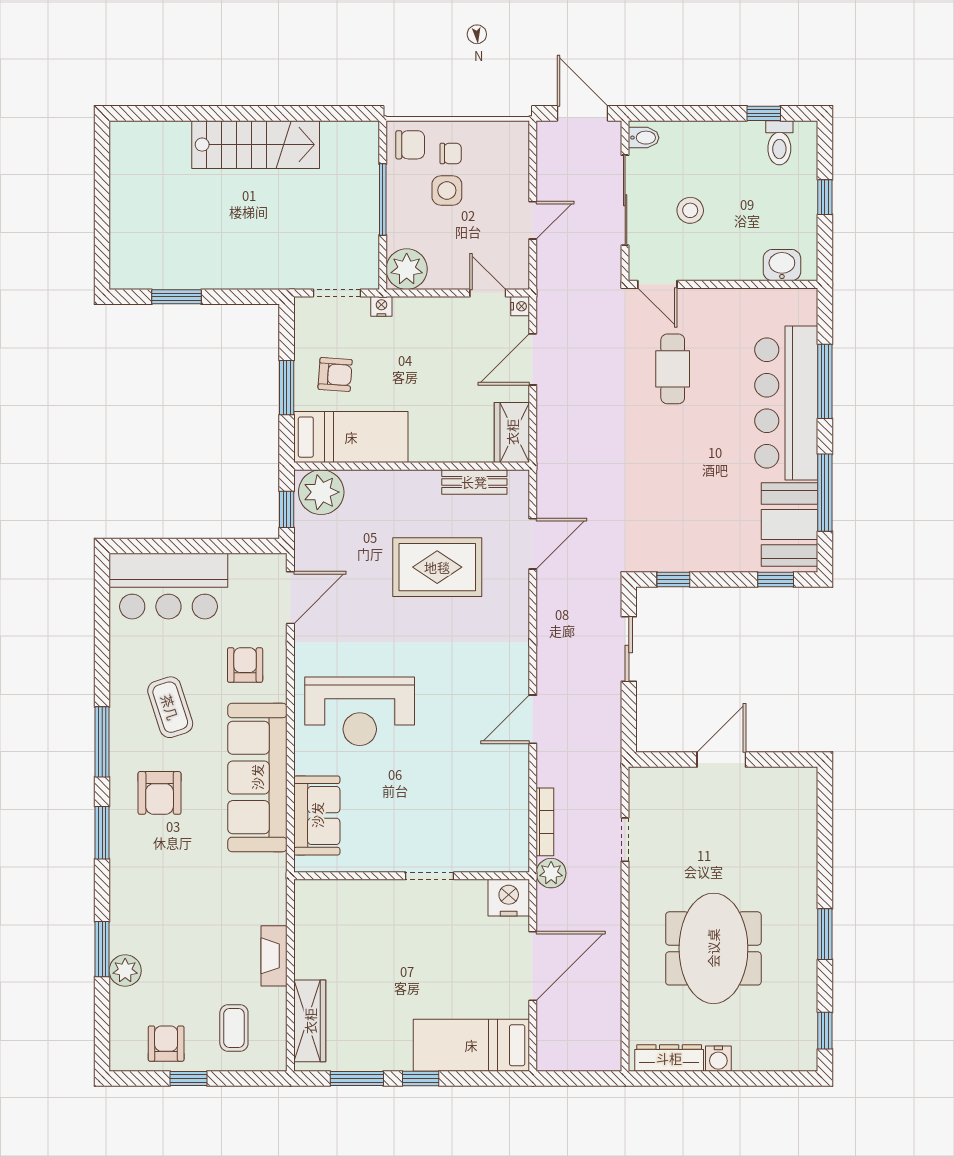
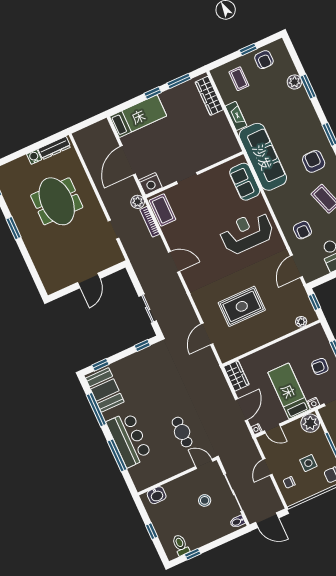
chair: (451, 154) -> (289, 482), moved
bar counter: (786, 403) -> (129, 439), width x0.73
bed: (351, 437) -> (289, 391), moved, turned 90
bench: (474, 482) -> (242, 348), removed
plant: (321, 492) -> (301, 322), width x0.53, depth x0.53
door: (533, 719) -> (174, 262), hinge flipped
sofa: (257, 777) -> (263, 157), moved
coffee table: (508, 834) -> (163, 210), added

